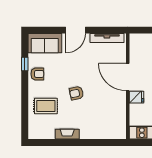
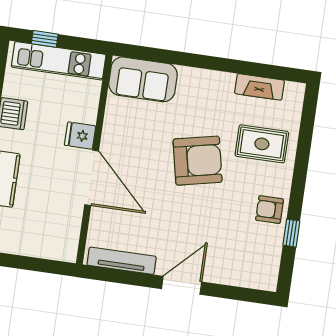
sofa: (45, 43) -> (143, 79), moved, turned 180
armchair: (76, 93) -> (198, 161), width x1.88, depth x1.88
fireplace: (67, 134) -> (259, 87), moved

